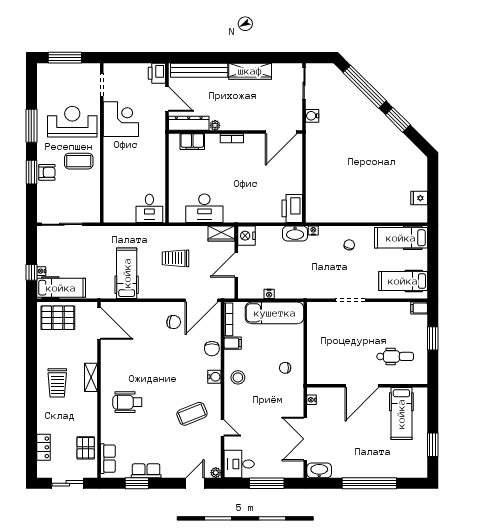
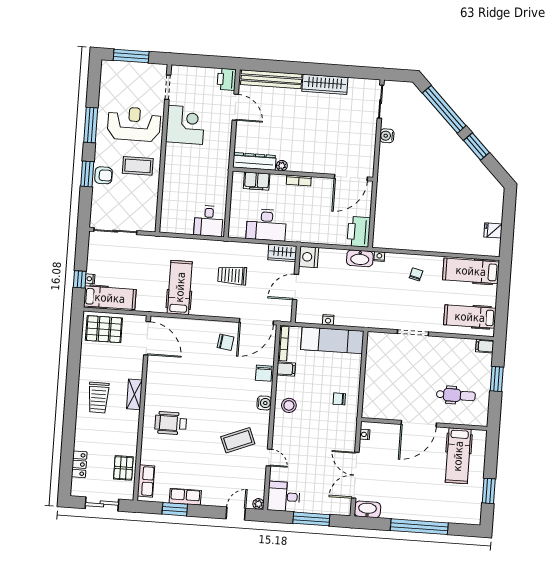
dresser: (189, 123) -> (254, 161), moved
plant: (215, 125) -> (282, 166), moved
wall: (235, 132) -> (303, 174), moved
door: (281, 132) -> (351, 178), moved
bookcase: (232, 138) -> (299, 180), moved
filing cabinet: (192, 142) -> (257, 181), moved

